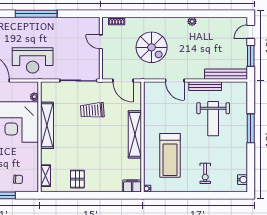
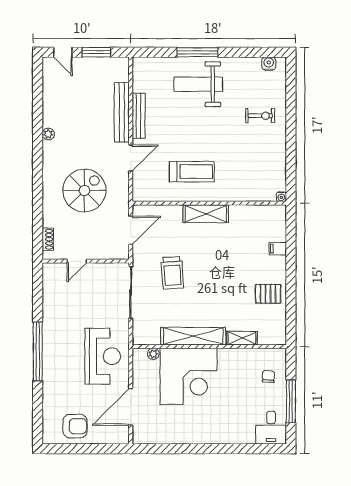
bench: (226, 74) -> (122, 112), moved
weight bench: (213, 119) -> (198, 84), moved, turned 180
shelving: (135, 134) -> (206, 214), width x0.68
treadmill: (170, 155) -> (192, 172), moved, width x0.73, depth x0.73
shelving: (46, 176) -> (242, 338), moved
filing cabinet: (132, 186) -> (278, 249), moved, width x0.50

